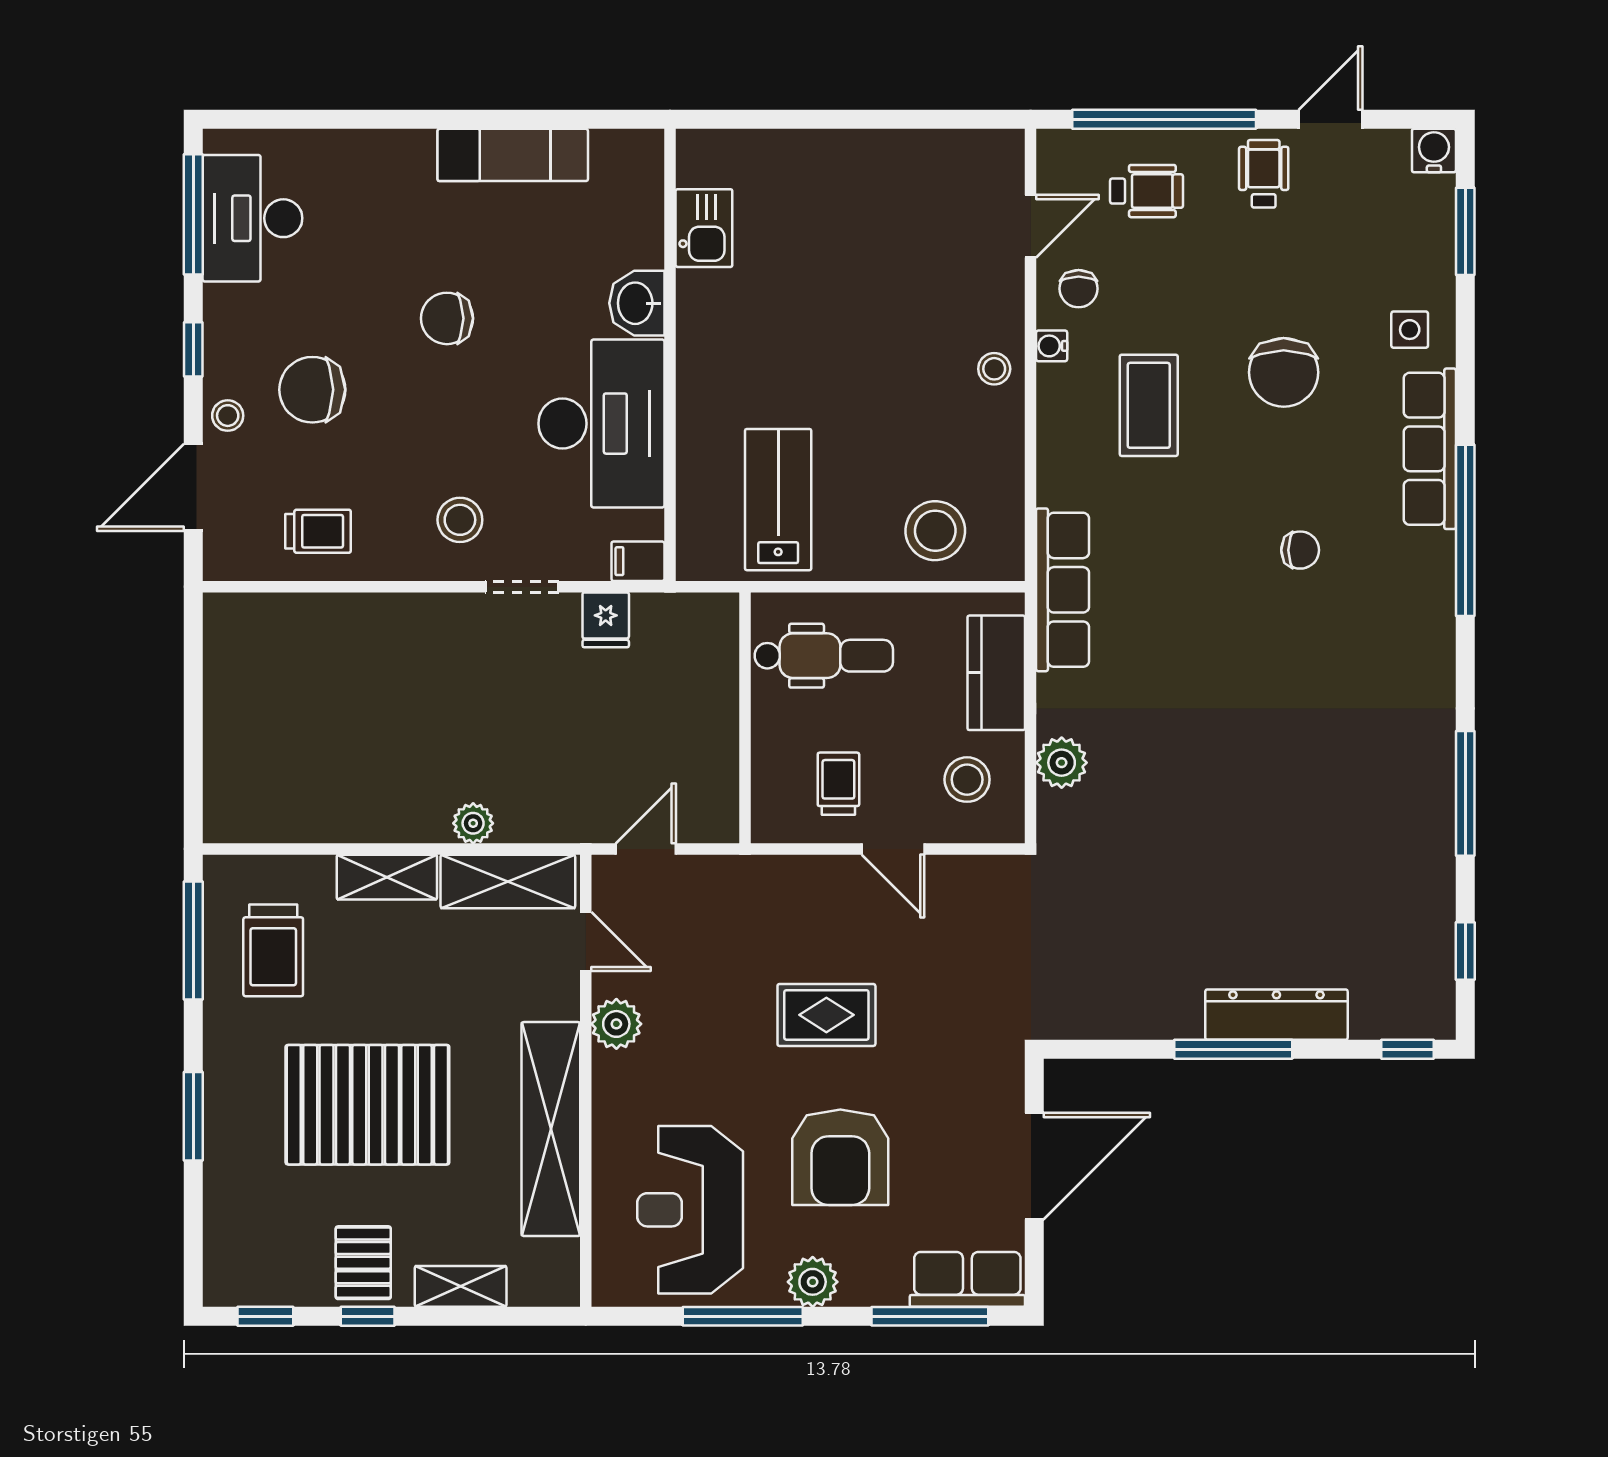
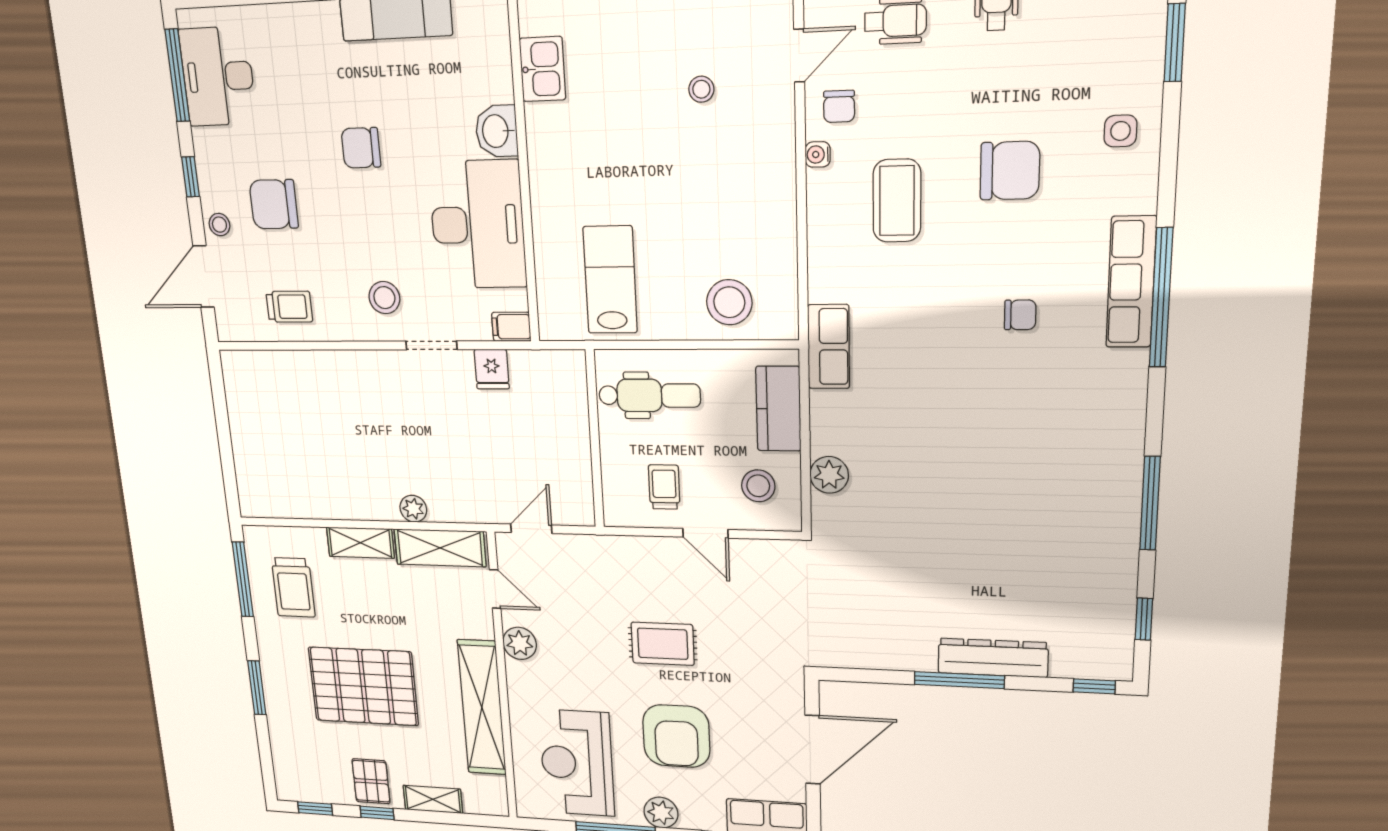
stool: (994, 369) -> (701, 89), moved
chair: (1284, 372) -> (1010, 171), turned -90
row of seats: (1430, 449) -> (1131, 282), moved
row of seats: (1063, 590) -> (829, 347), width x0.68

